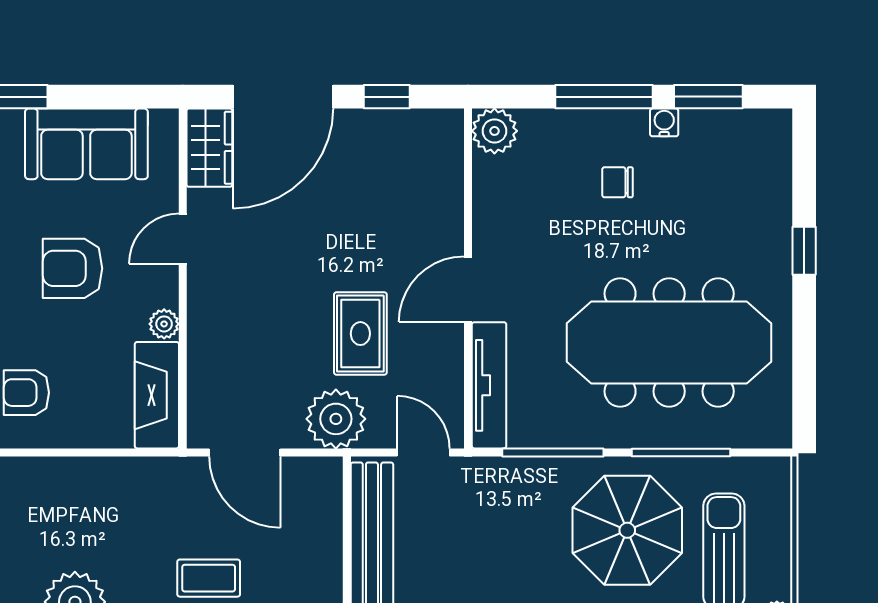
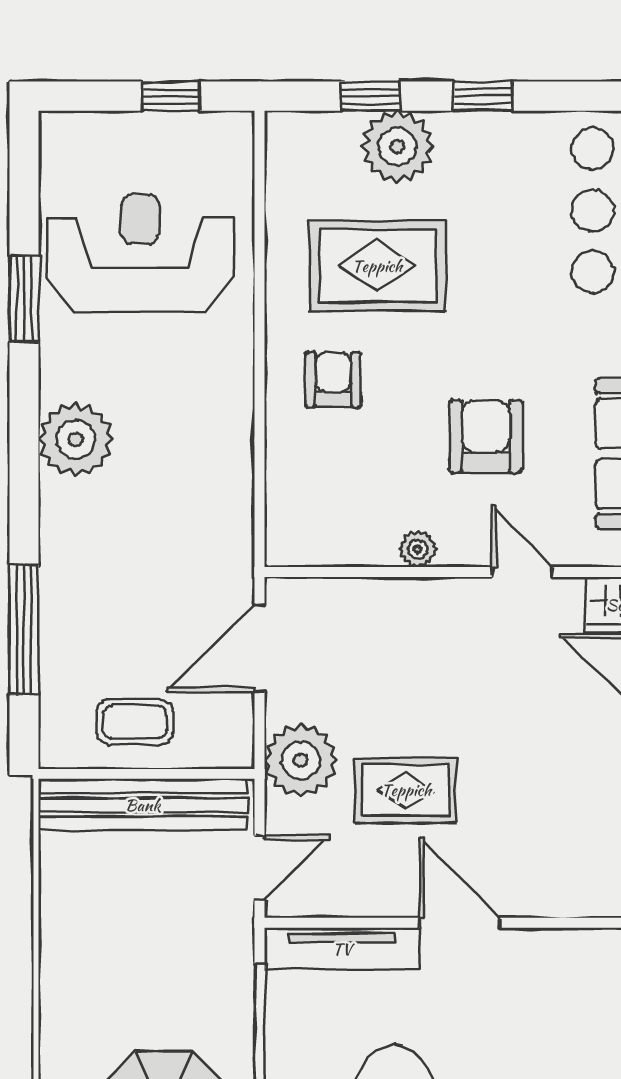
fireplace: (157, 395) -> (330, 540), removed
coffee table: (209, 578) -> (135, 722), moved, turned 90

